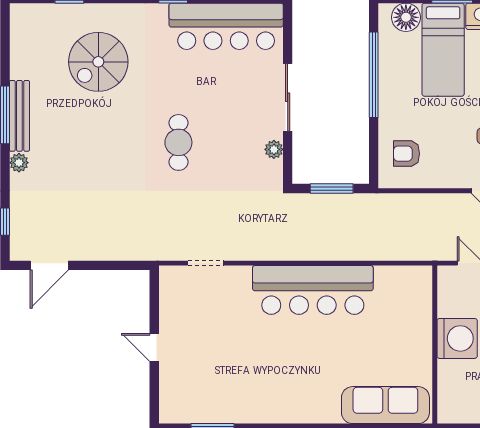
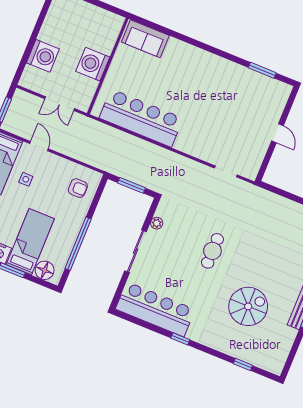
spiral stairs: (98, 62) -> (248, 306), moved
bar counter: (313, 290) -> (141, 118), moved
sofa: (385, 405) -> (145, 39), width x0.73

